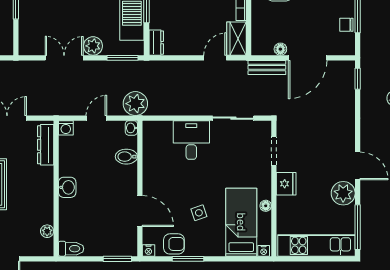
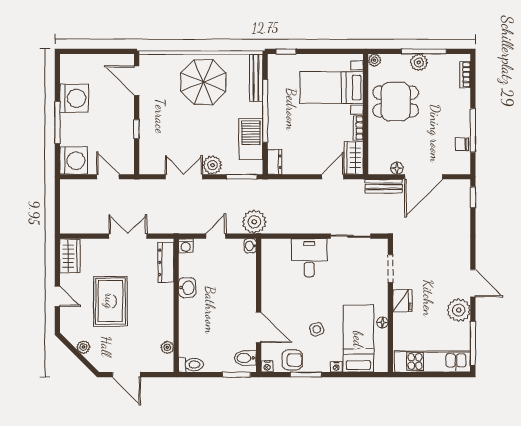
bidet: (126, 157) -> (245, 358), moved
washbasin: (67, 187) -> (187, 288), moved
nightstand: (264, 251) -> (336, 367), moved

